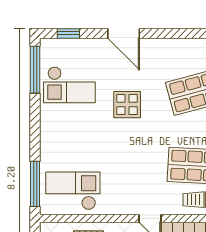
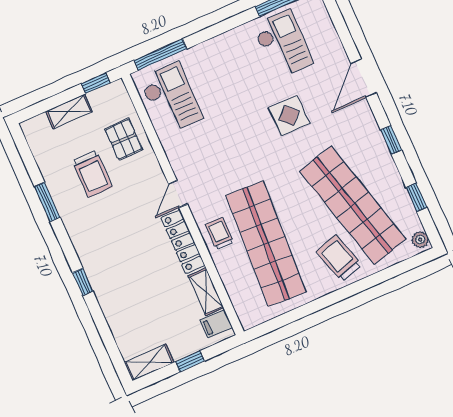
window: (68, 33) -> (391, 140), moved
checkout: (69, 85) -> (283, 44), turned 180

